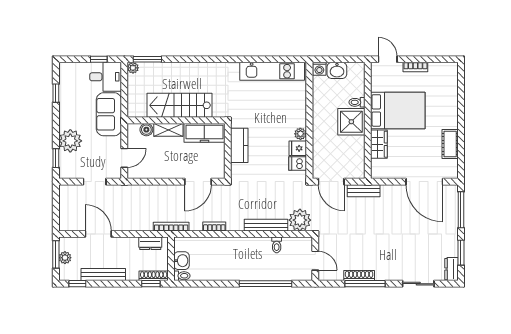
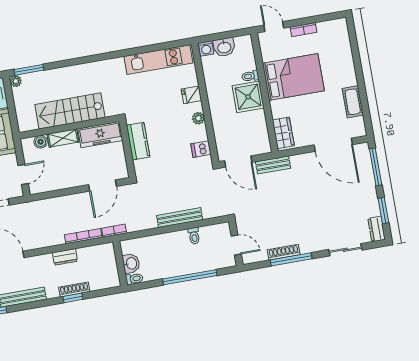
wardrobe: (379, 144) -> (283, 133), moved
fridge: (298, 148) -> (191, 95), moved
plant: (300, 220) -> (213, 206), removed
bookcase: (214, 227) -> (114, 231), moved
wall: (171, 259) -> (120, 264), moved
washbasin: (181, 261) -> (131, 263), moved
toilet: (182, 276) -> (134, 279), moved

